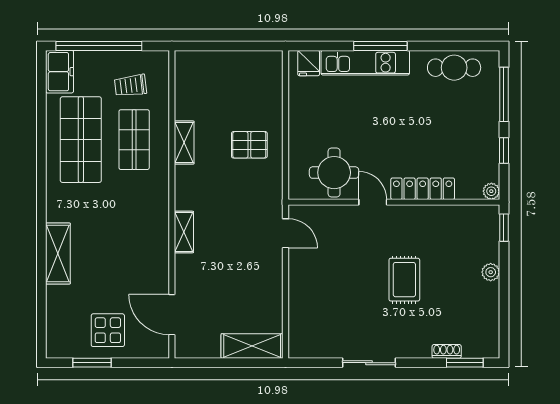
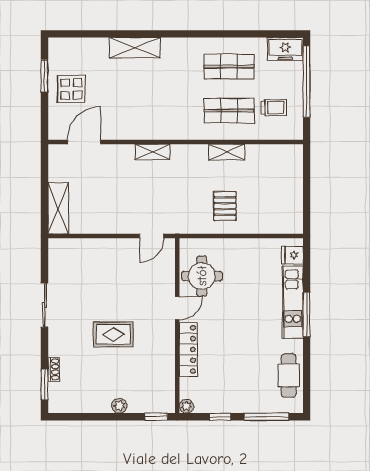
trolley: (130, 85) -> (274, 108), turned 97
shop shelf: (81, 140) -> (229, 67), width x0.70, depth x0.74

